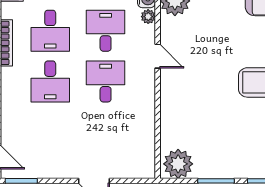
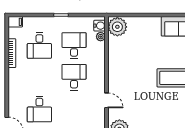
door: (158, 56) -> (107, 100), moved
desk: (50, 81) -> (39, 109), moved

